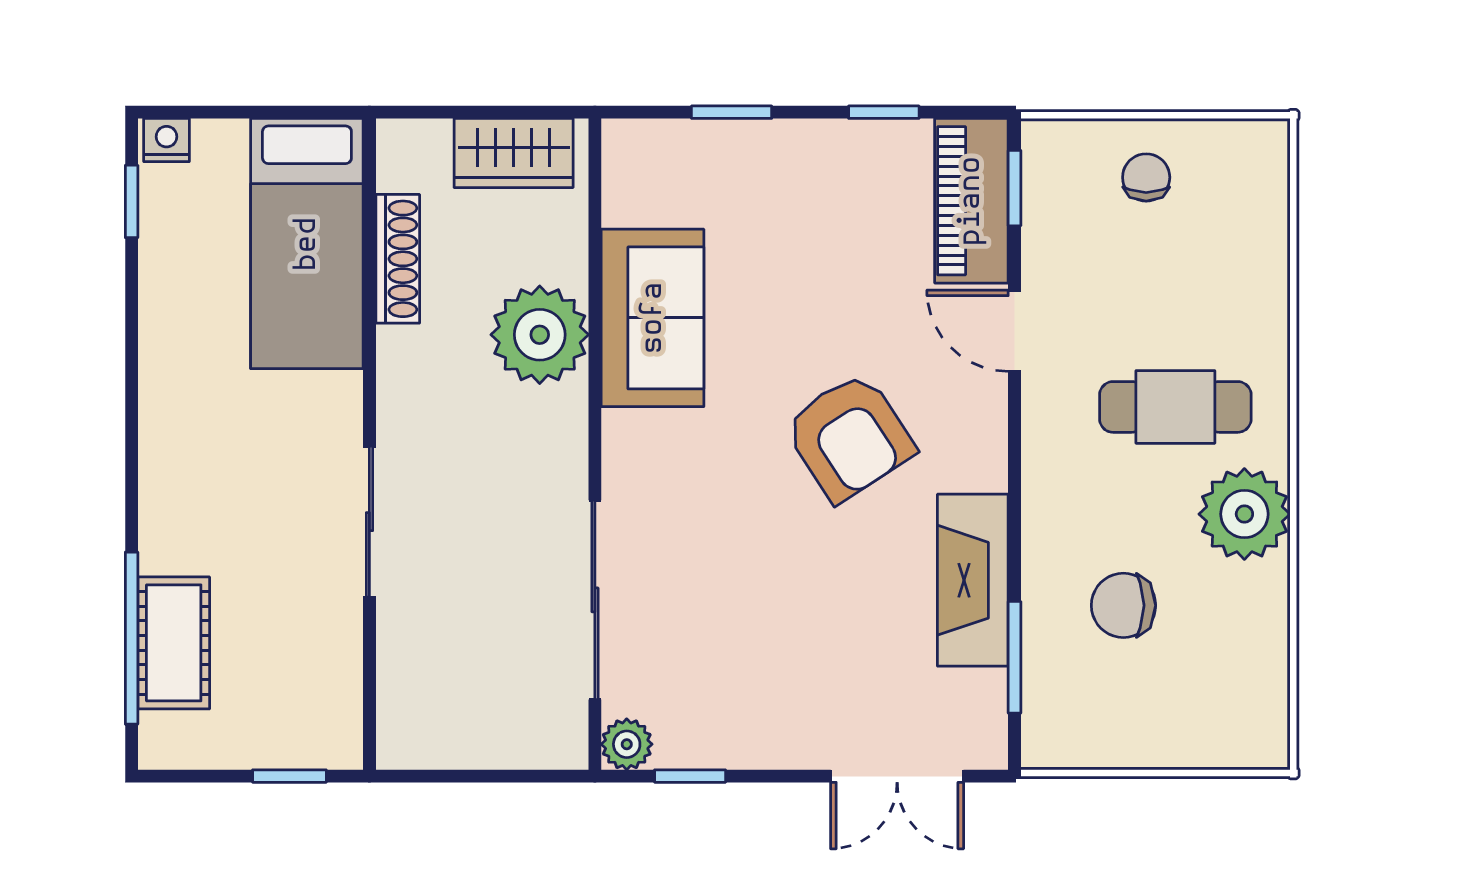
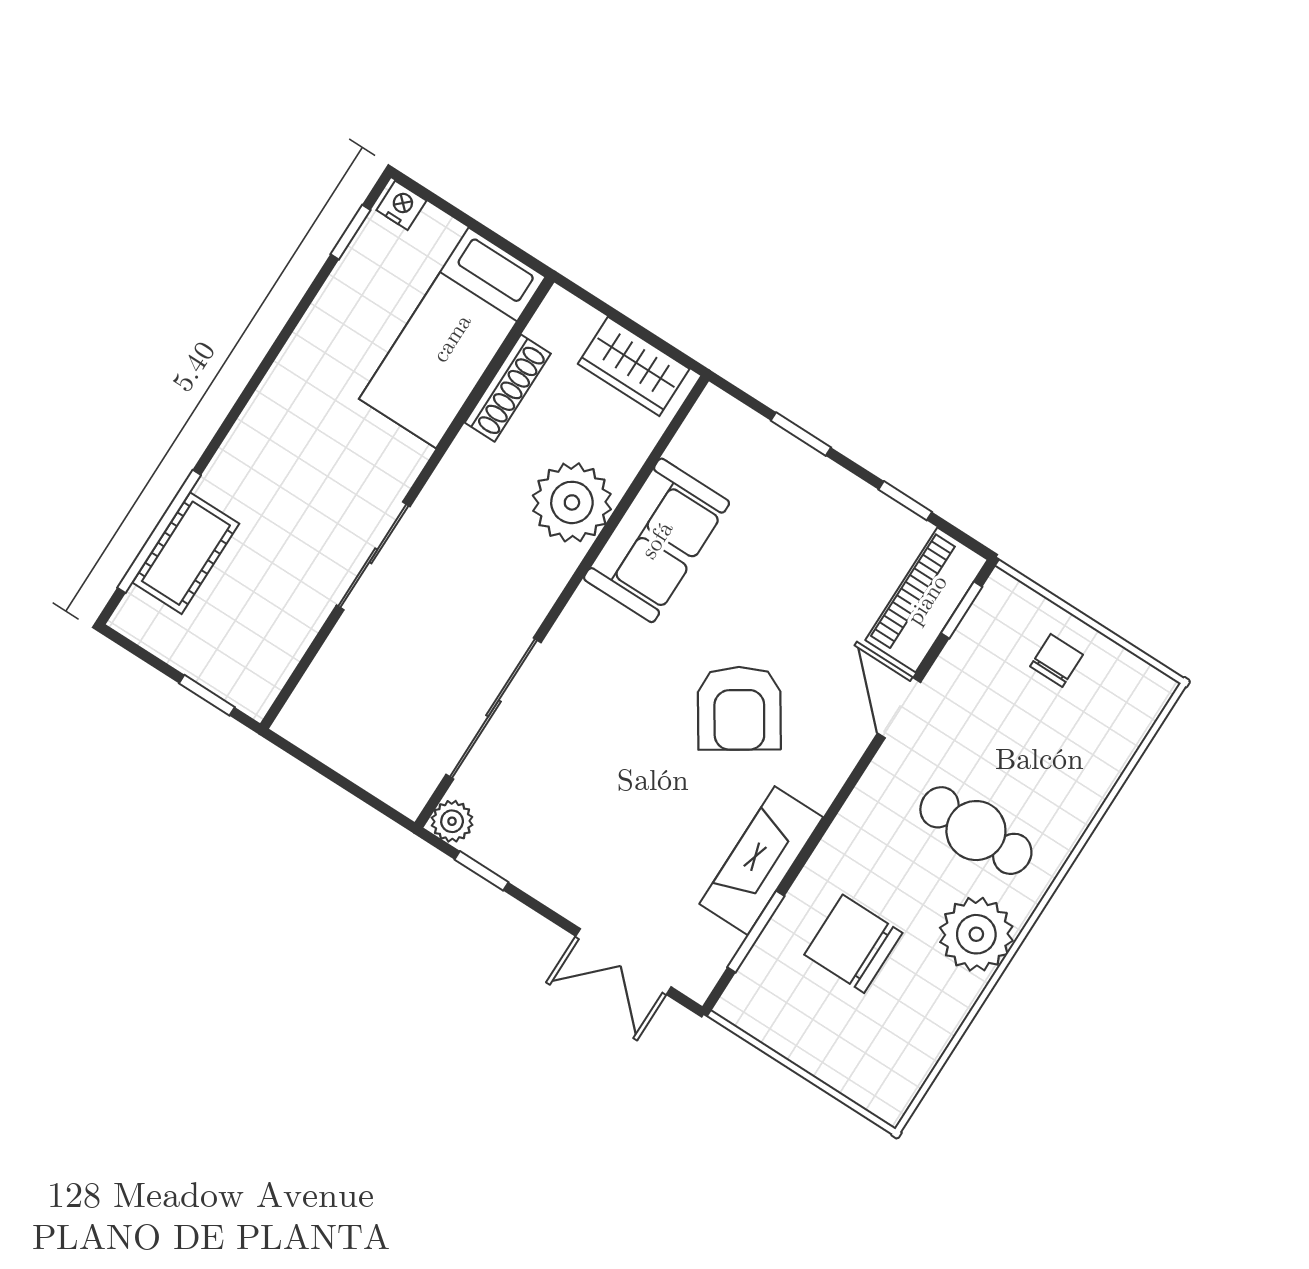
chair: (1123, 605) -> (853, 944), width x1.37, depth x1.37

